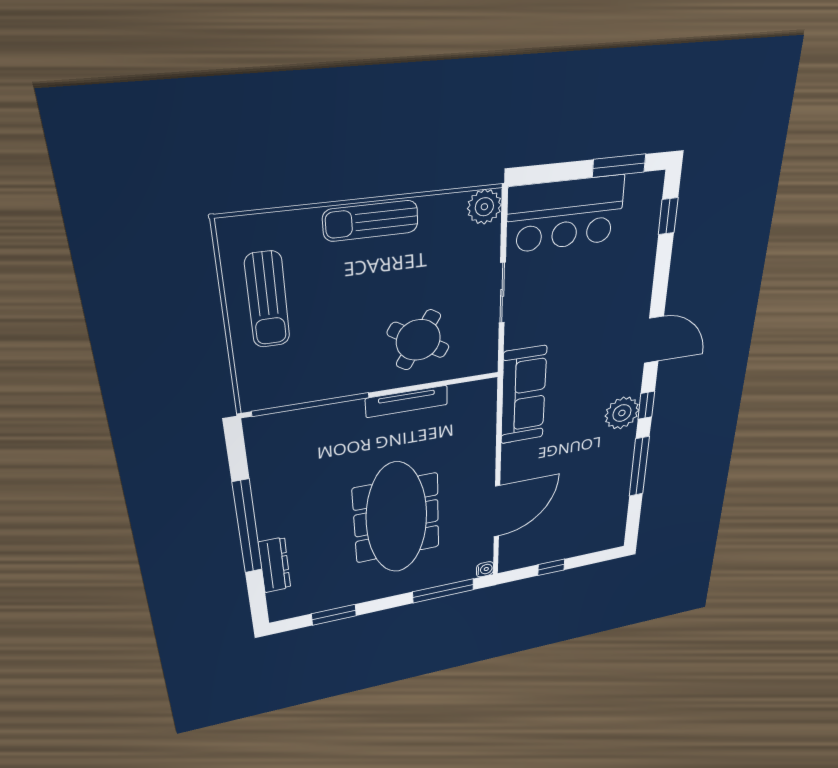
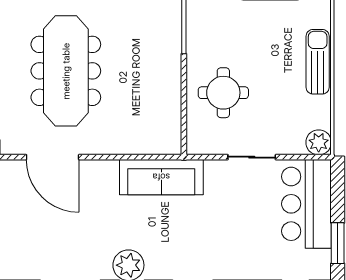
round table: (418, 340) -> (223, 93), turned -32
tv unit: (407, 401) -> (173, 82), removed
meeting table: (397, 518) -> (66, 71), turned 90

